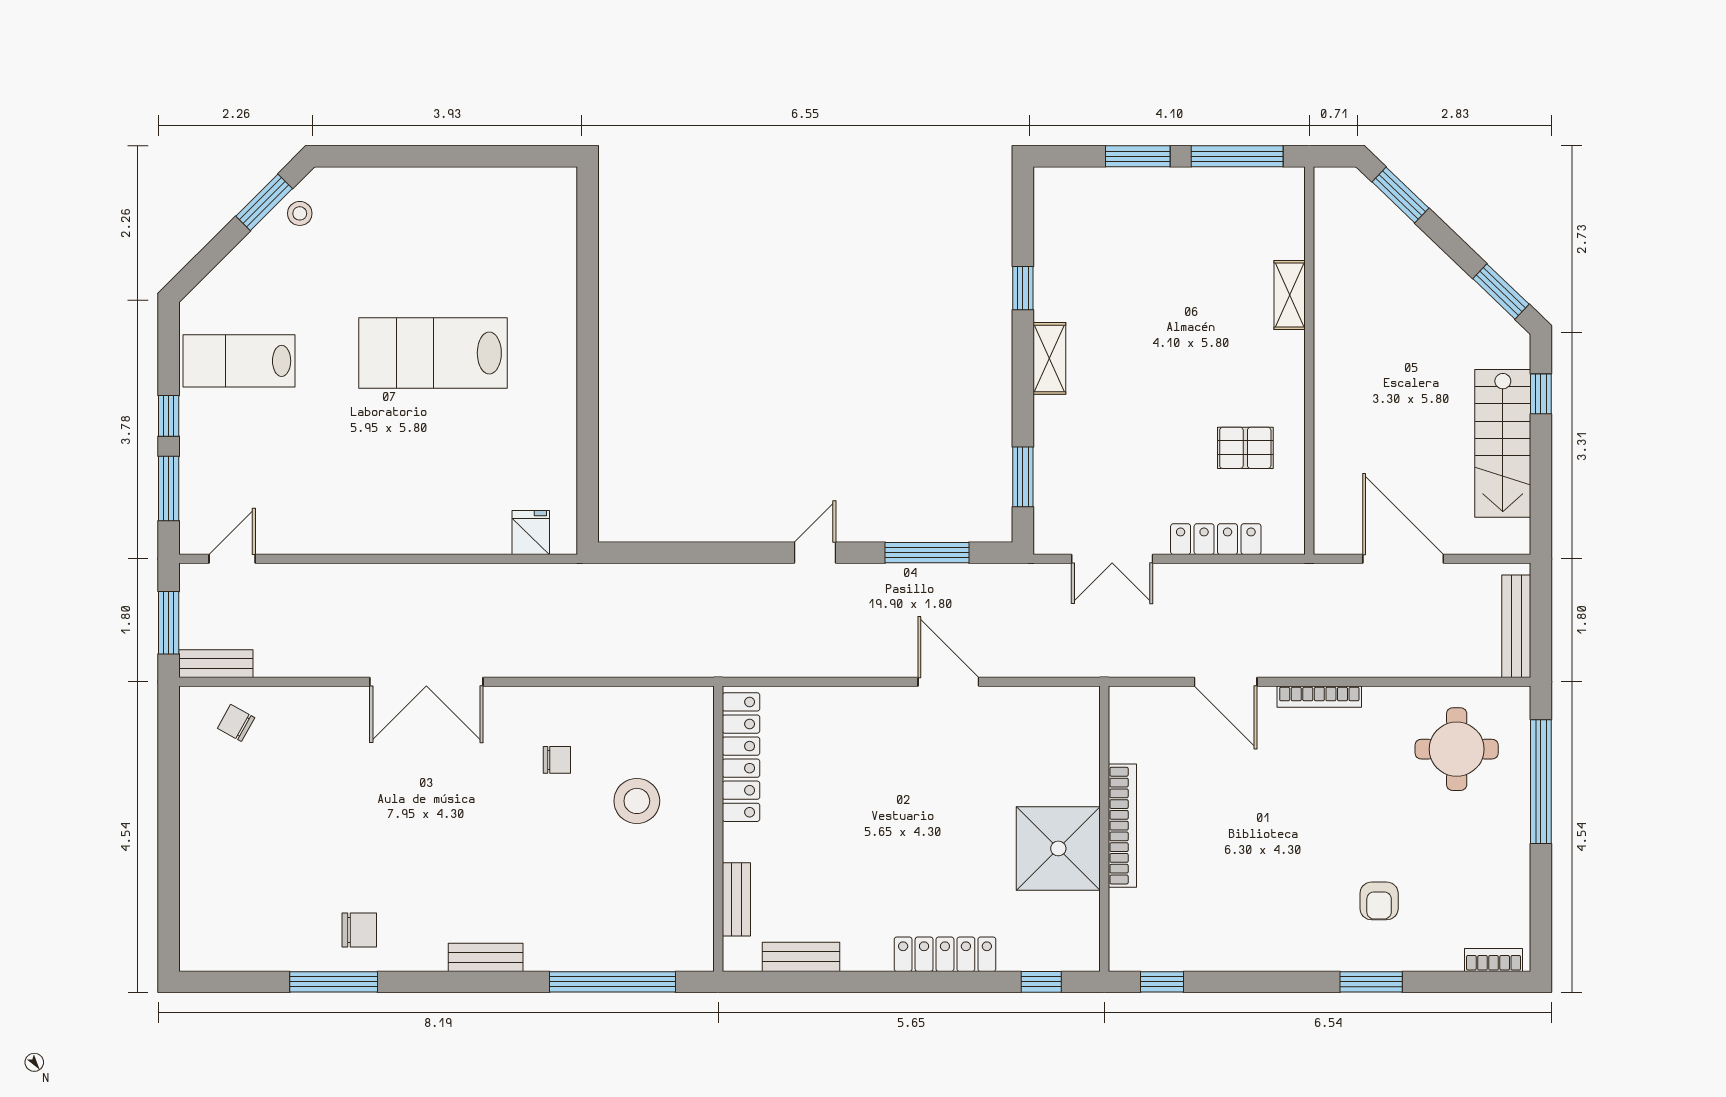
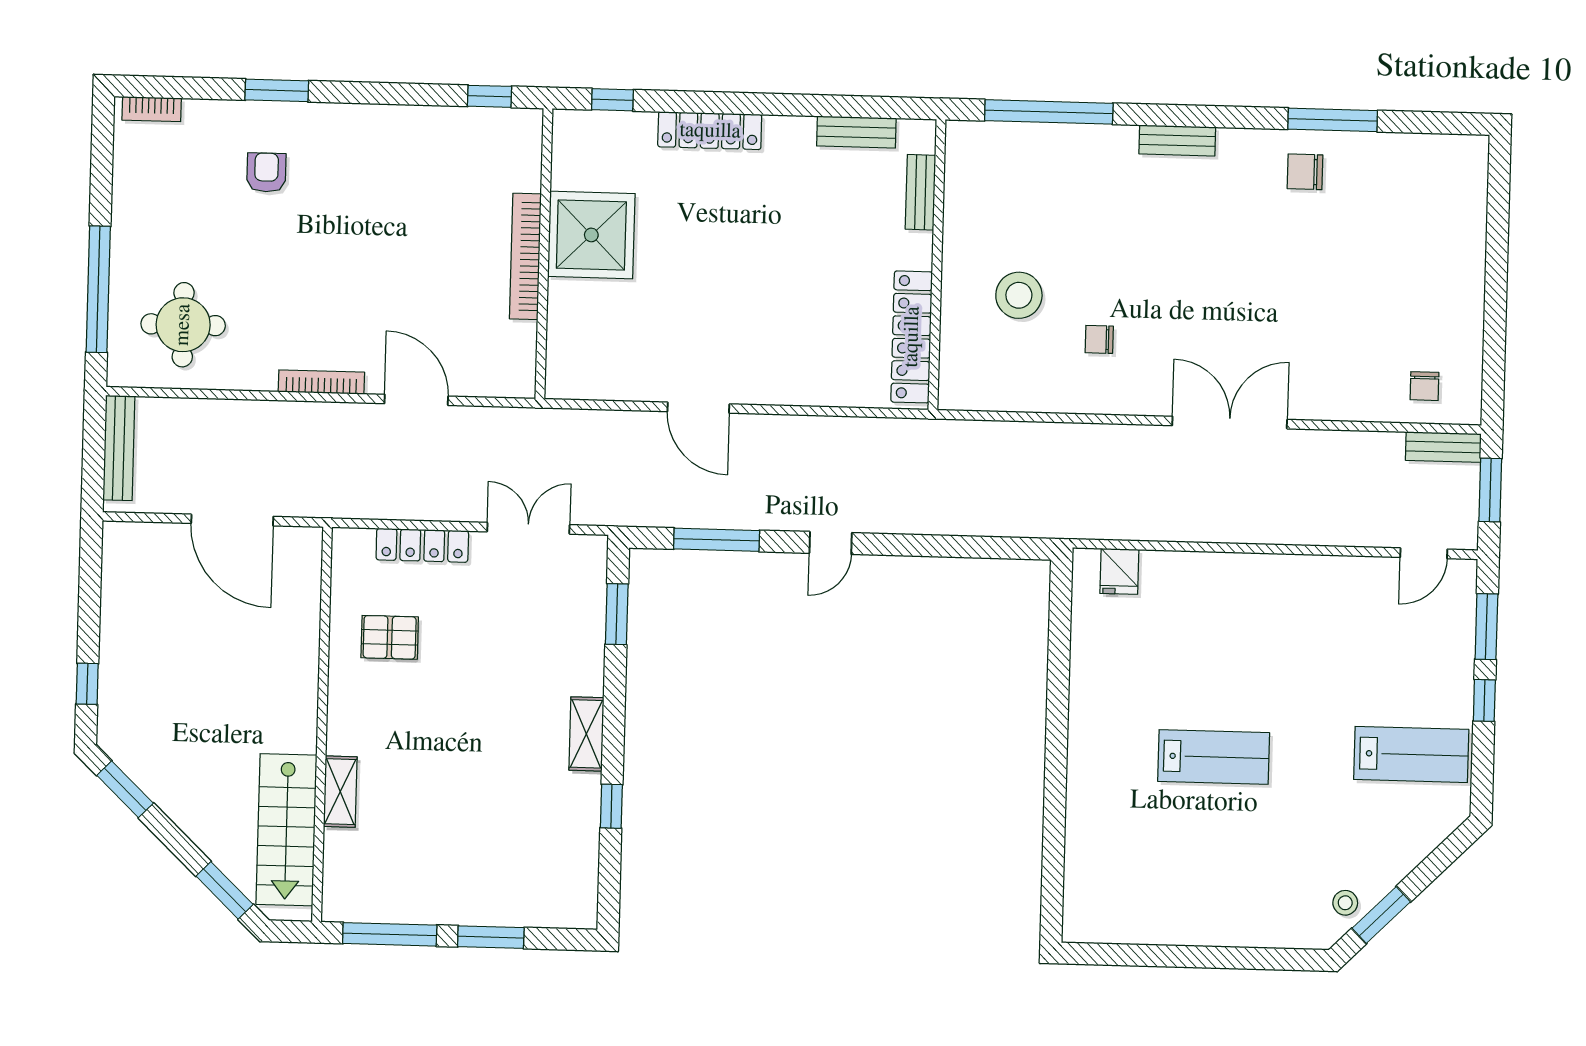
lab bench: (433, 353) -> (1214, 757), width x0.73, depth x0.72
stairs: (1503, 443) -> (286, 830), moved, turned 180
chair: (236, 723) -> (1424, 386), turned 61

